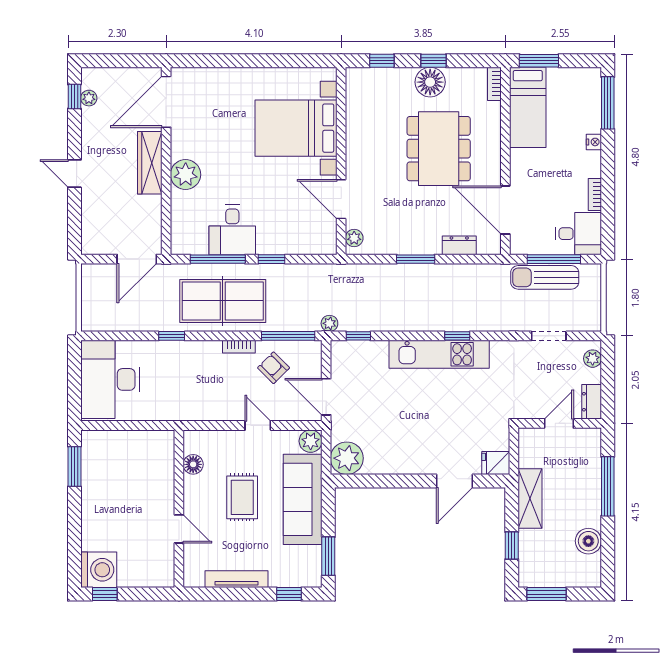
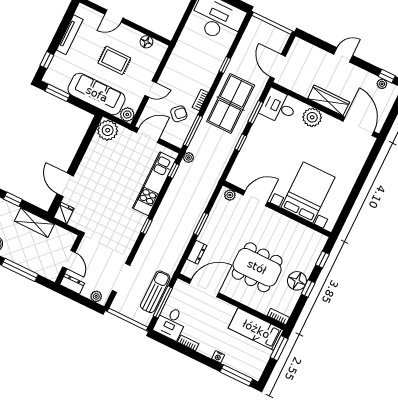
desk: (232, 230) -> (279, 107), moved
window: (218, 259) -> (256, 112), width x0.69
doorway: (549, 336) -> (121, 278), width x1.38
kitchen unit: (439, 354) -> (154, 184), moved

